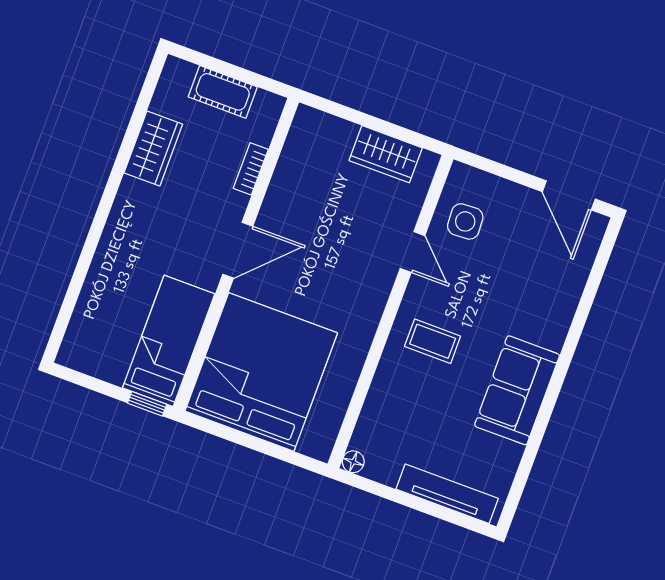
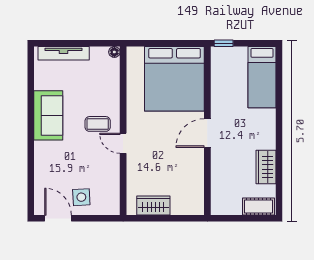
cot: (223, 92) -> (258, 206), moved
bookcase: (251, 169) -> (216, 174), removed
side table: (465, 221) -> (81, 197), moved
door: (413, 252) -> (123, 143), moved
bed: (169, 341) -> (262, 77), moved

